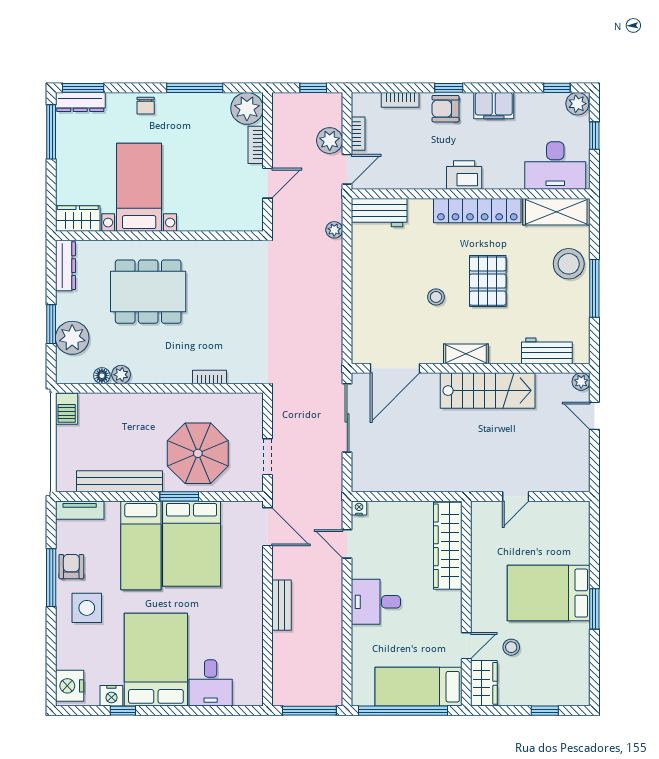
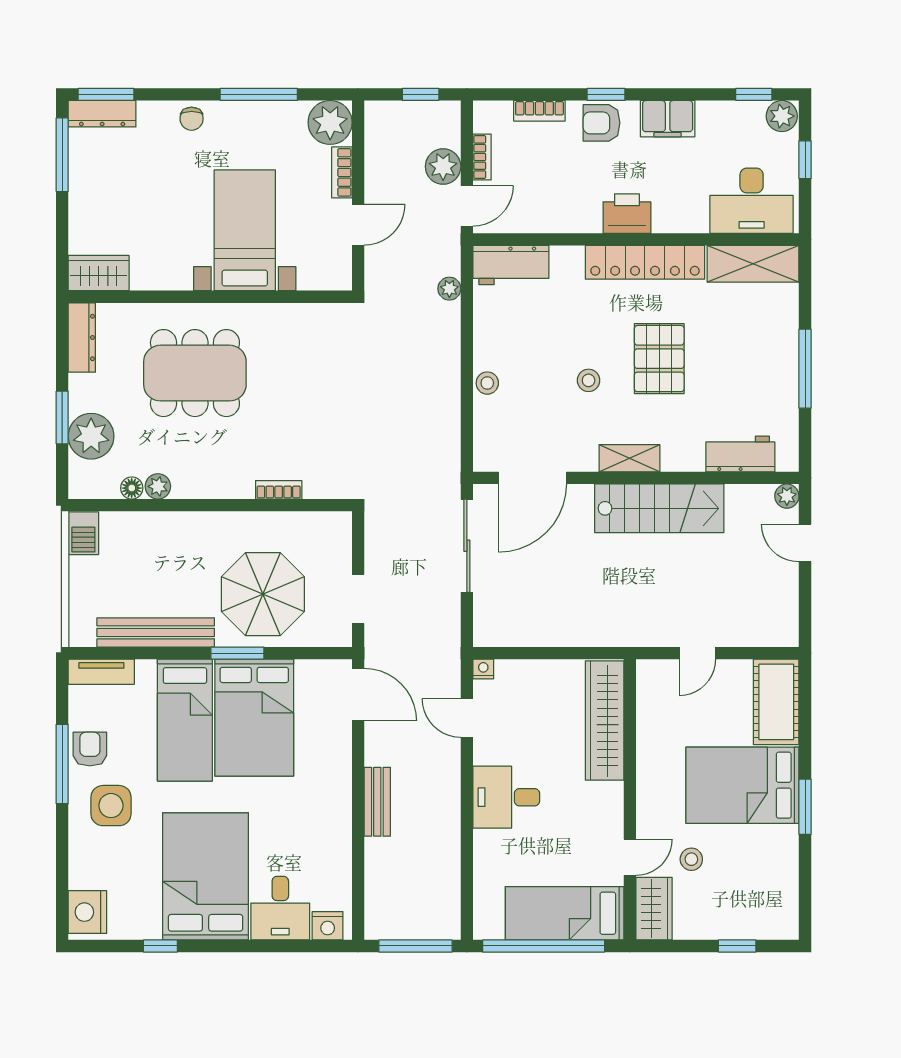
bed with nightstands: (139, 187) -> (245, 230), moved
stool: (569, 264) -> (487, 383), moved, width x0.53, depth x0.53
cot: (573, 532) -> (776, 702), added
nightstand: (111, 696) -> (328, 926), moved

